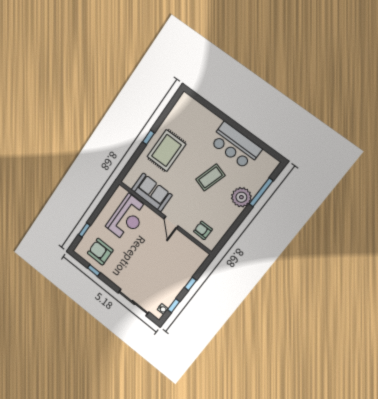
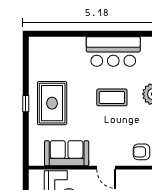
coffee table: (210, 177) -> (112, 97), turned 73

